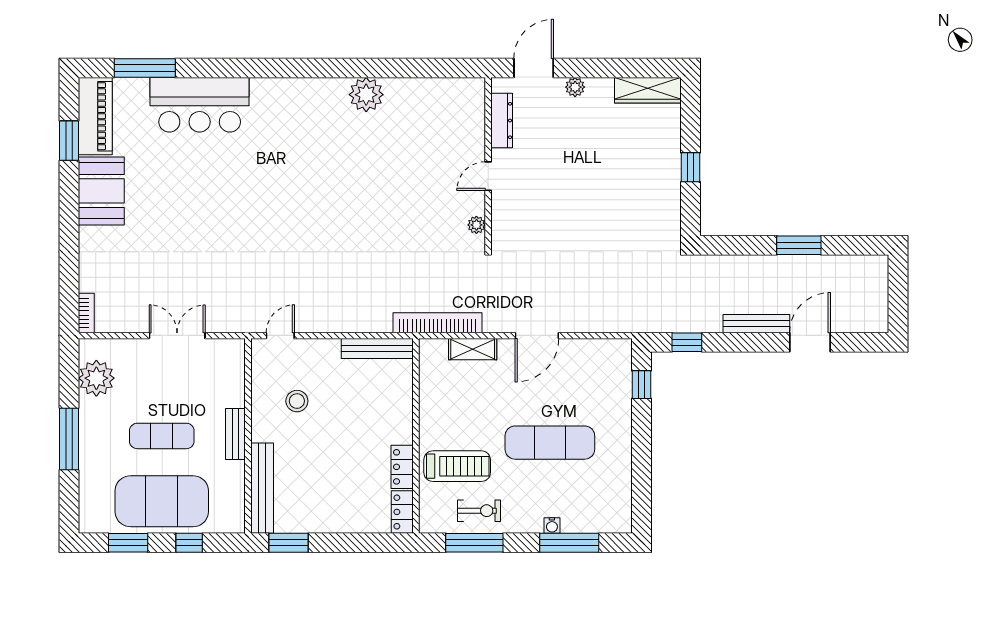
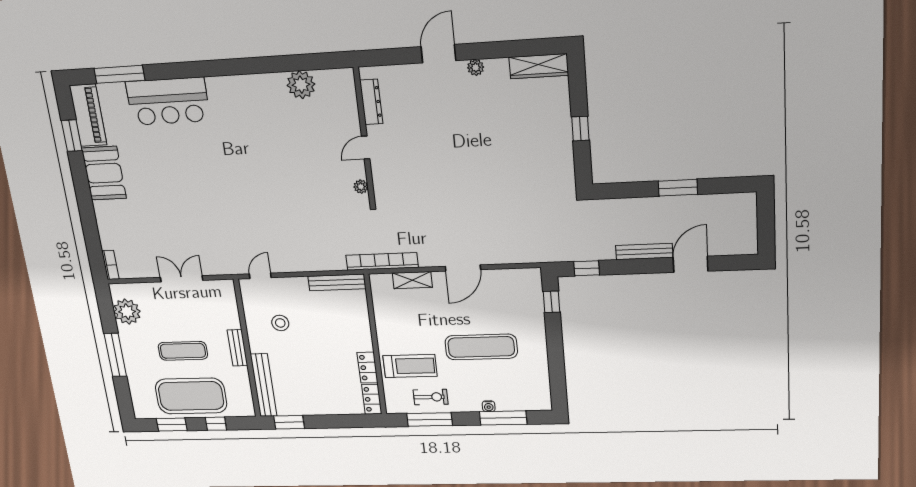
dresser: (502, 121) -> (371, 102), moved
wall: (488, 163) -> (364, 137), moved
door: (488, 176) -> (366, 148), moved
plant: (476, 225) -> (361, 187), moved

